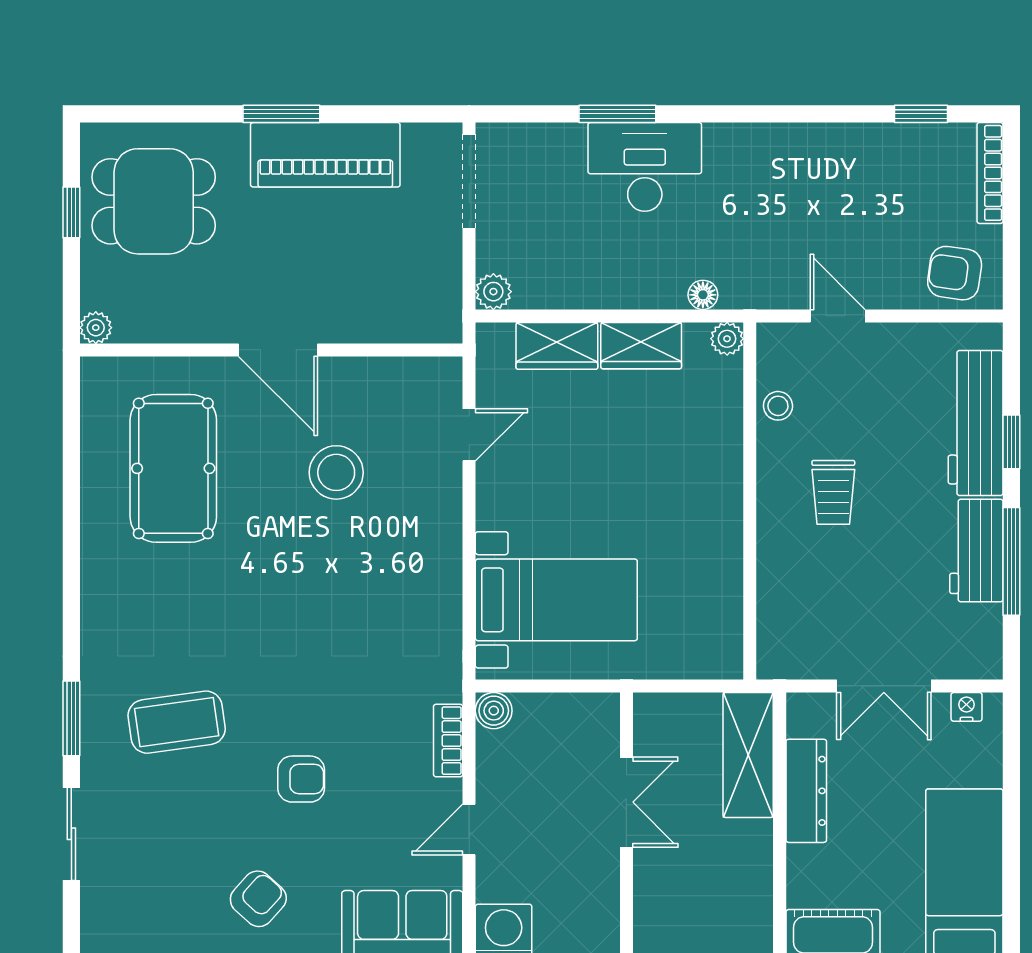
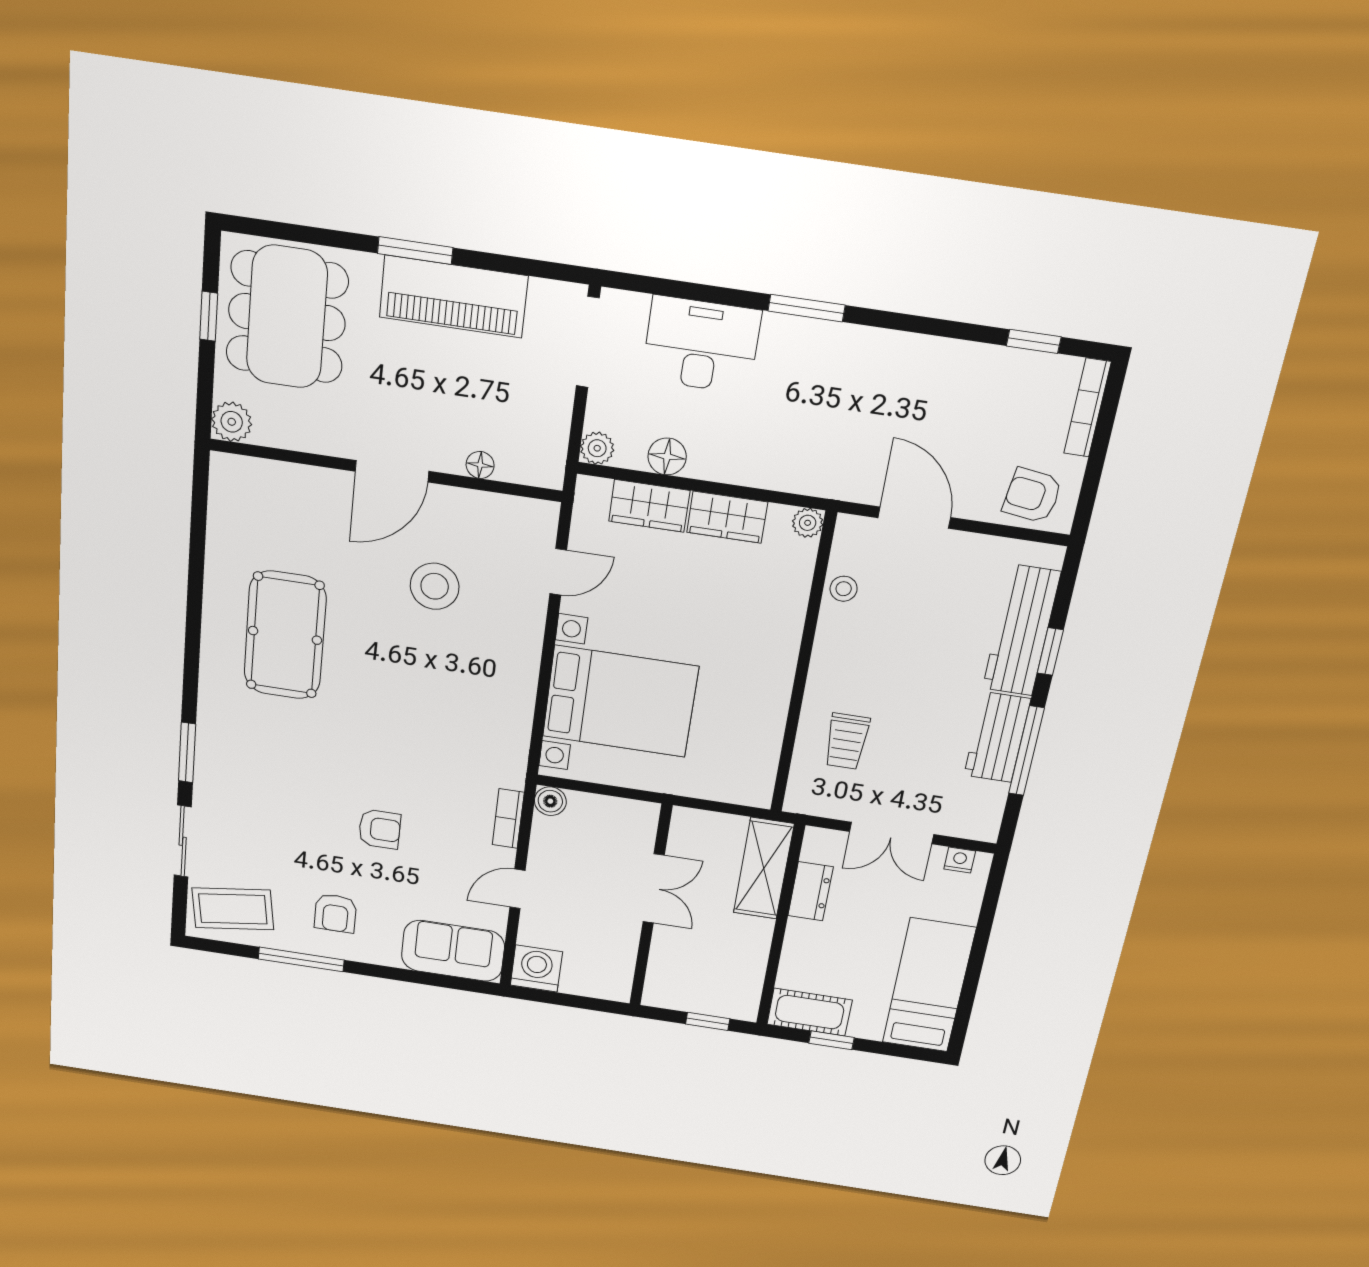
window: (617, 114) -> (807, 308), moved
desk: (645, 167) -> (701, 345), moved
dining table: (154, 201) -> (287, 317), width x1.38
floor lamp: (703, 295) -> (667, 456), moved, width x1.37, depth x1.37
door: (838, 316) -> (914, 518), width x1.38
plant: (96, 328) -> (232, 422), width x1.38, depth x1.38
floor lamp: (372, 329) -> (480, 465), added
door: (278, 350) -> (392, 471), hinge flipped
pool table: (173, 468) -> (285, 635), moved
trolley: (833, 492) -> (847, 741), moved
bed with nightstands: (556, 600) -> (620, 701), width x1.36
coffee table: (177, 722) -> (233, 909), moved
dresser: (806, 791) -> (810, 891), width x0.70
armchair: (258, 899) -> (335, 913), turned 138

